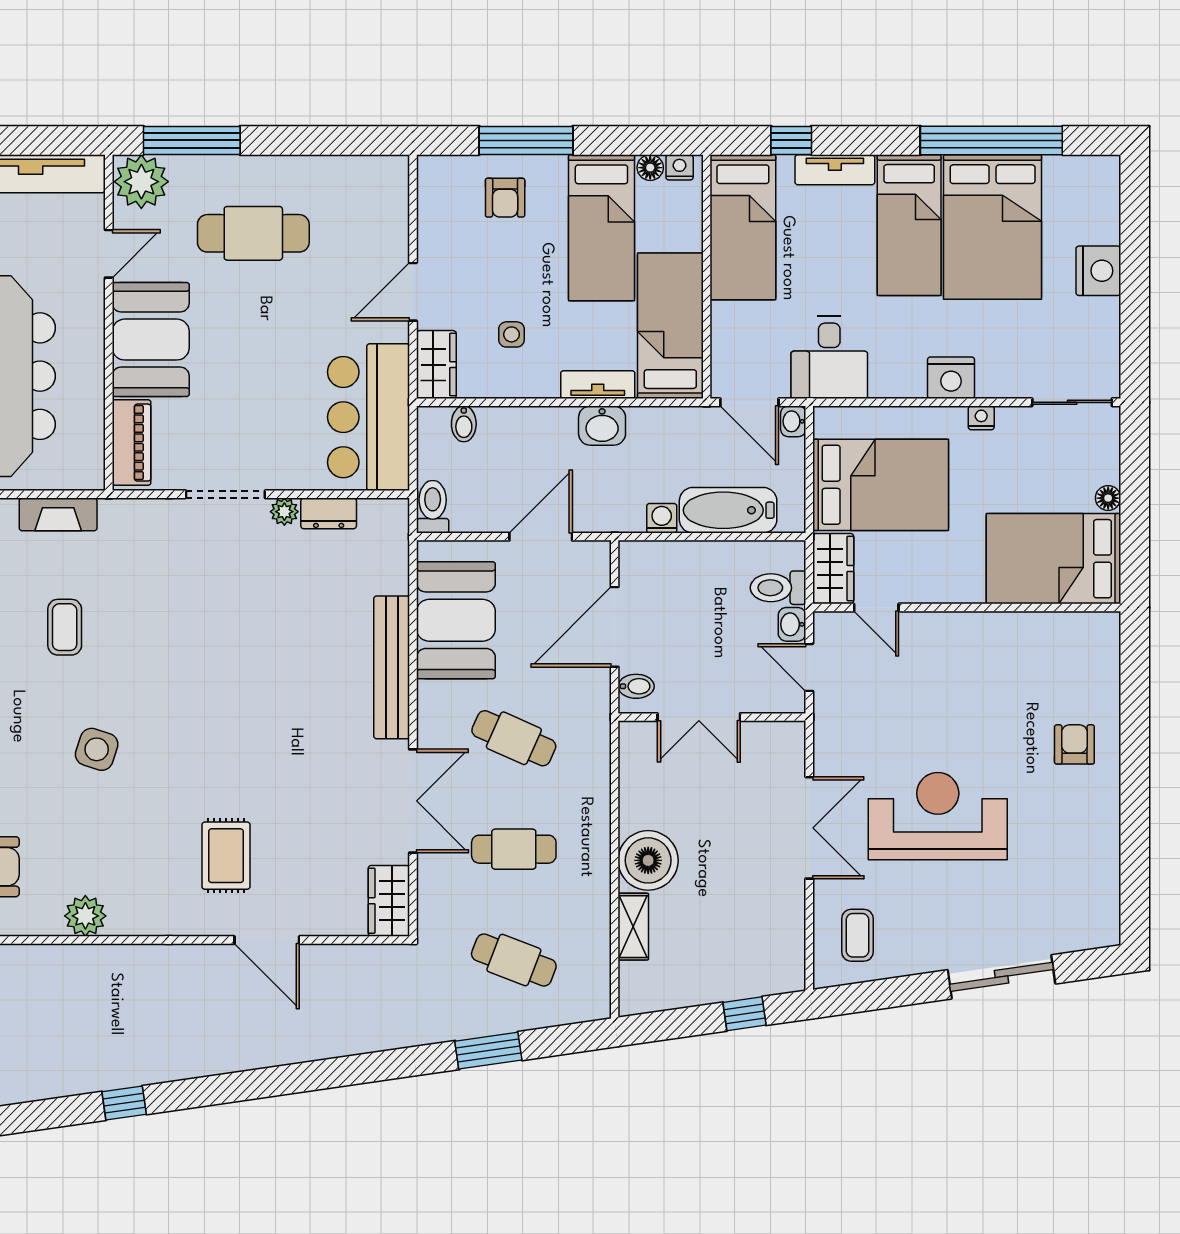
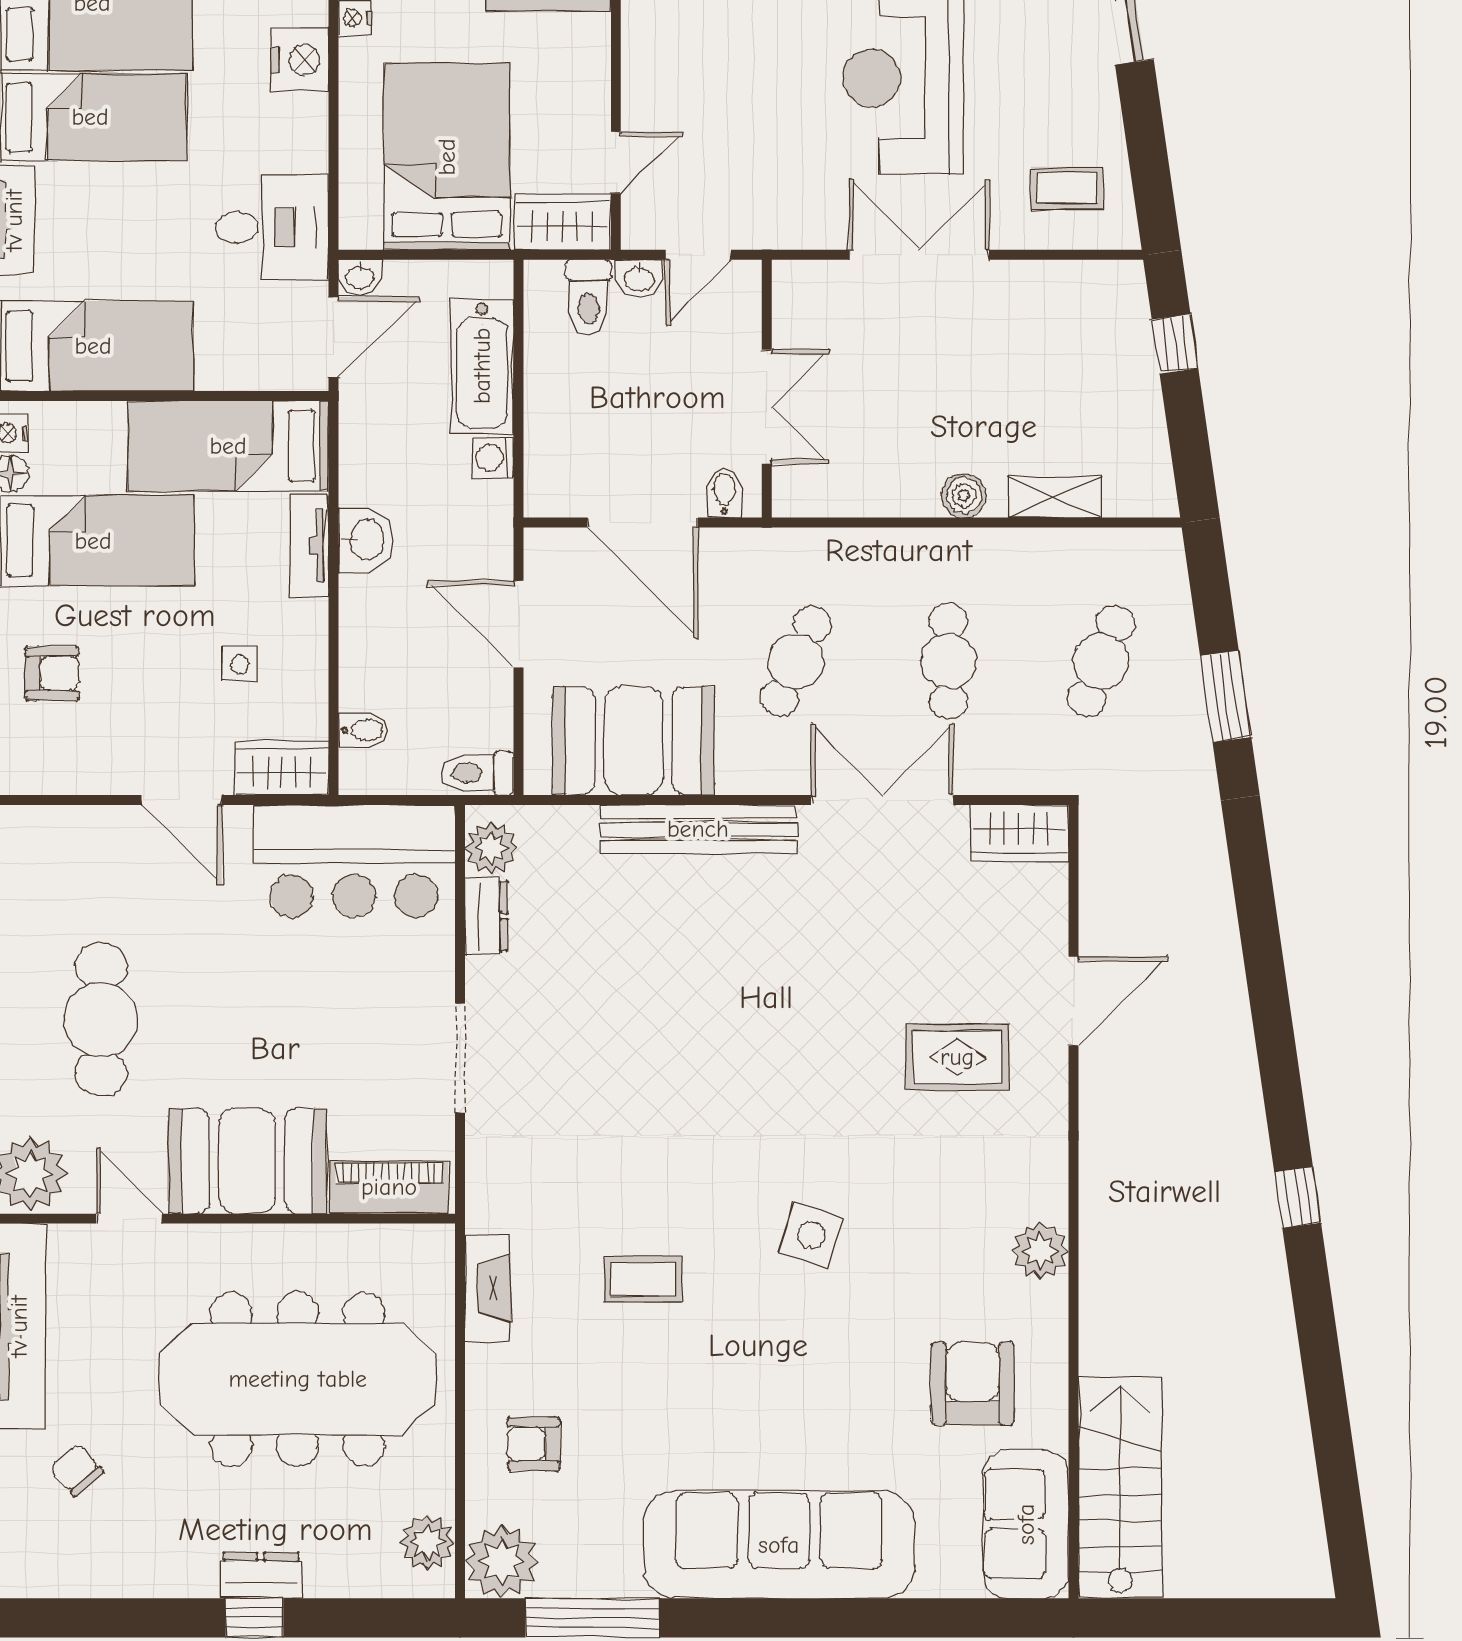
plant: (284, 512) -> (491, 848), moved, width x1.38, depth x1.38
boiler: (648, 860) -> (964, 496), width x0.54, depth x0.54

